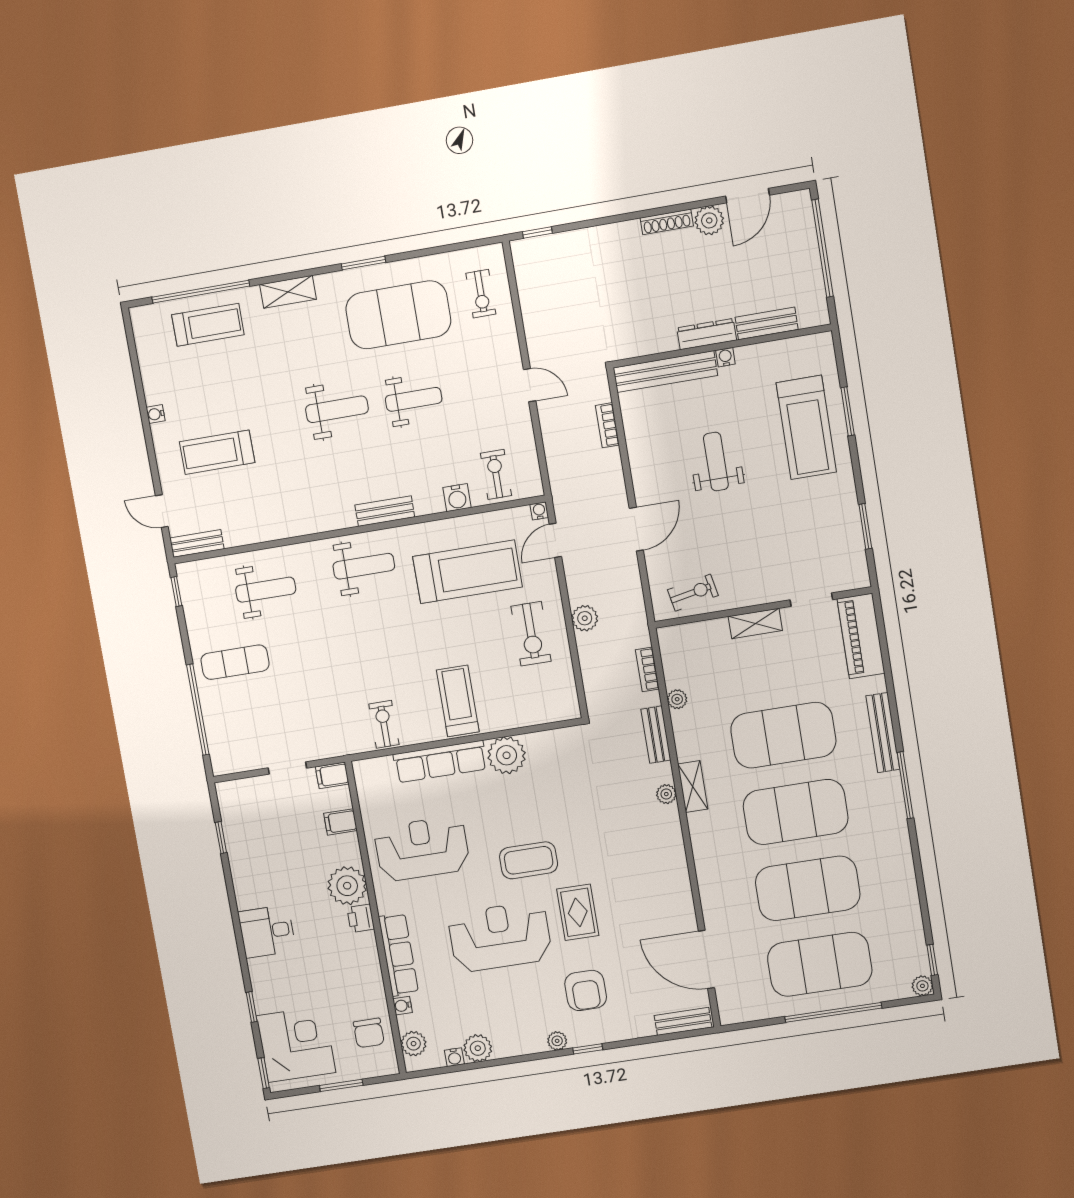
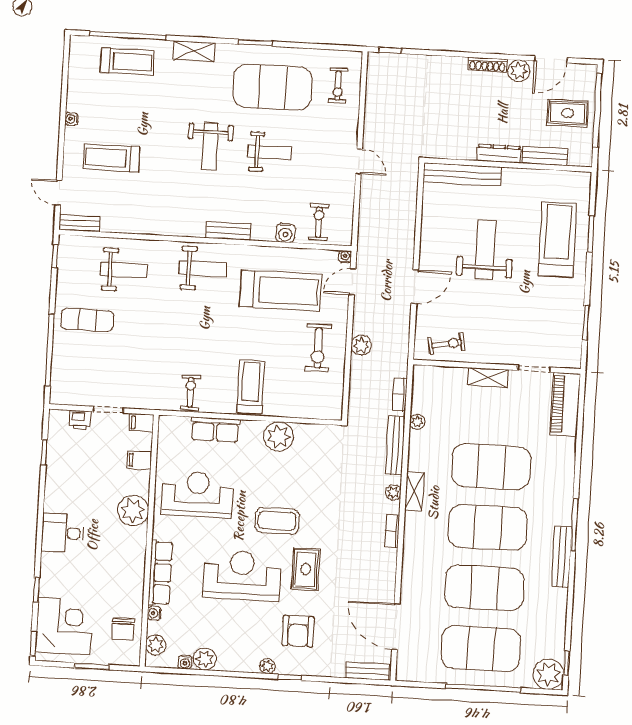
rug: (784, 261) -> (567, 113), added
water cooler: (725, 357) -> (509, 174), removed
weight bench: (337, 409) -> (210, 146), turned 90
bookcase: (607, 425) -> (392, 531), moved
treadmill: (806, 427) -> (558, 239), turned 180
weight bench: (716, 462) -> (485, 250), width x1.36, depth x1.33
bench: (883, 733) -> (562, 557), moved
bench: (656, 735) -> (395, 445), width x1.36
row of seats: (440, 762) -> (215, 430), width x0.68
printer: (361, 918) -> (80, 420), moved, turned -90
plant: (922, 986) -> (548, 674), width x1.88, depth x1.88

